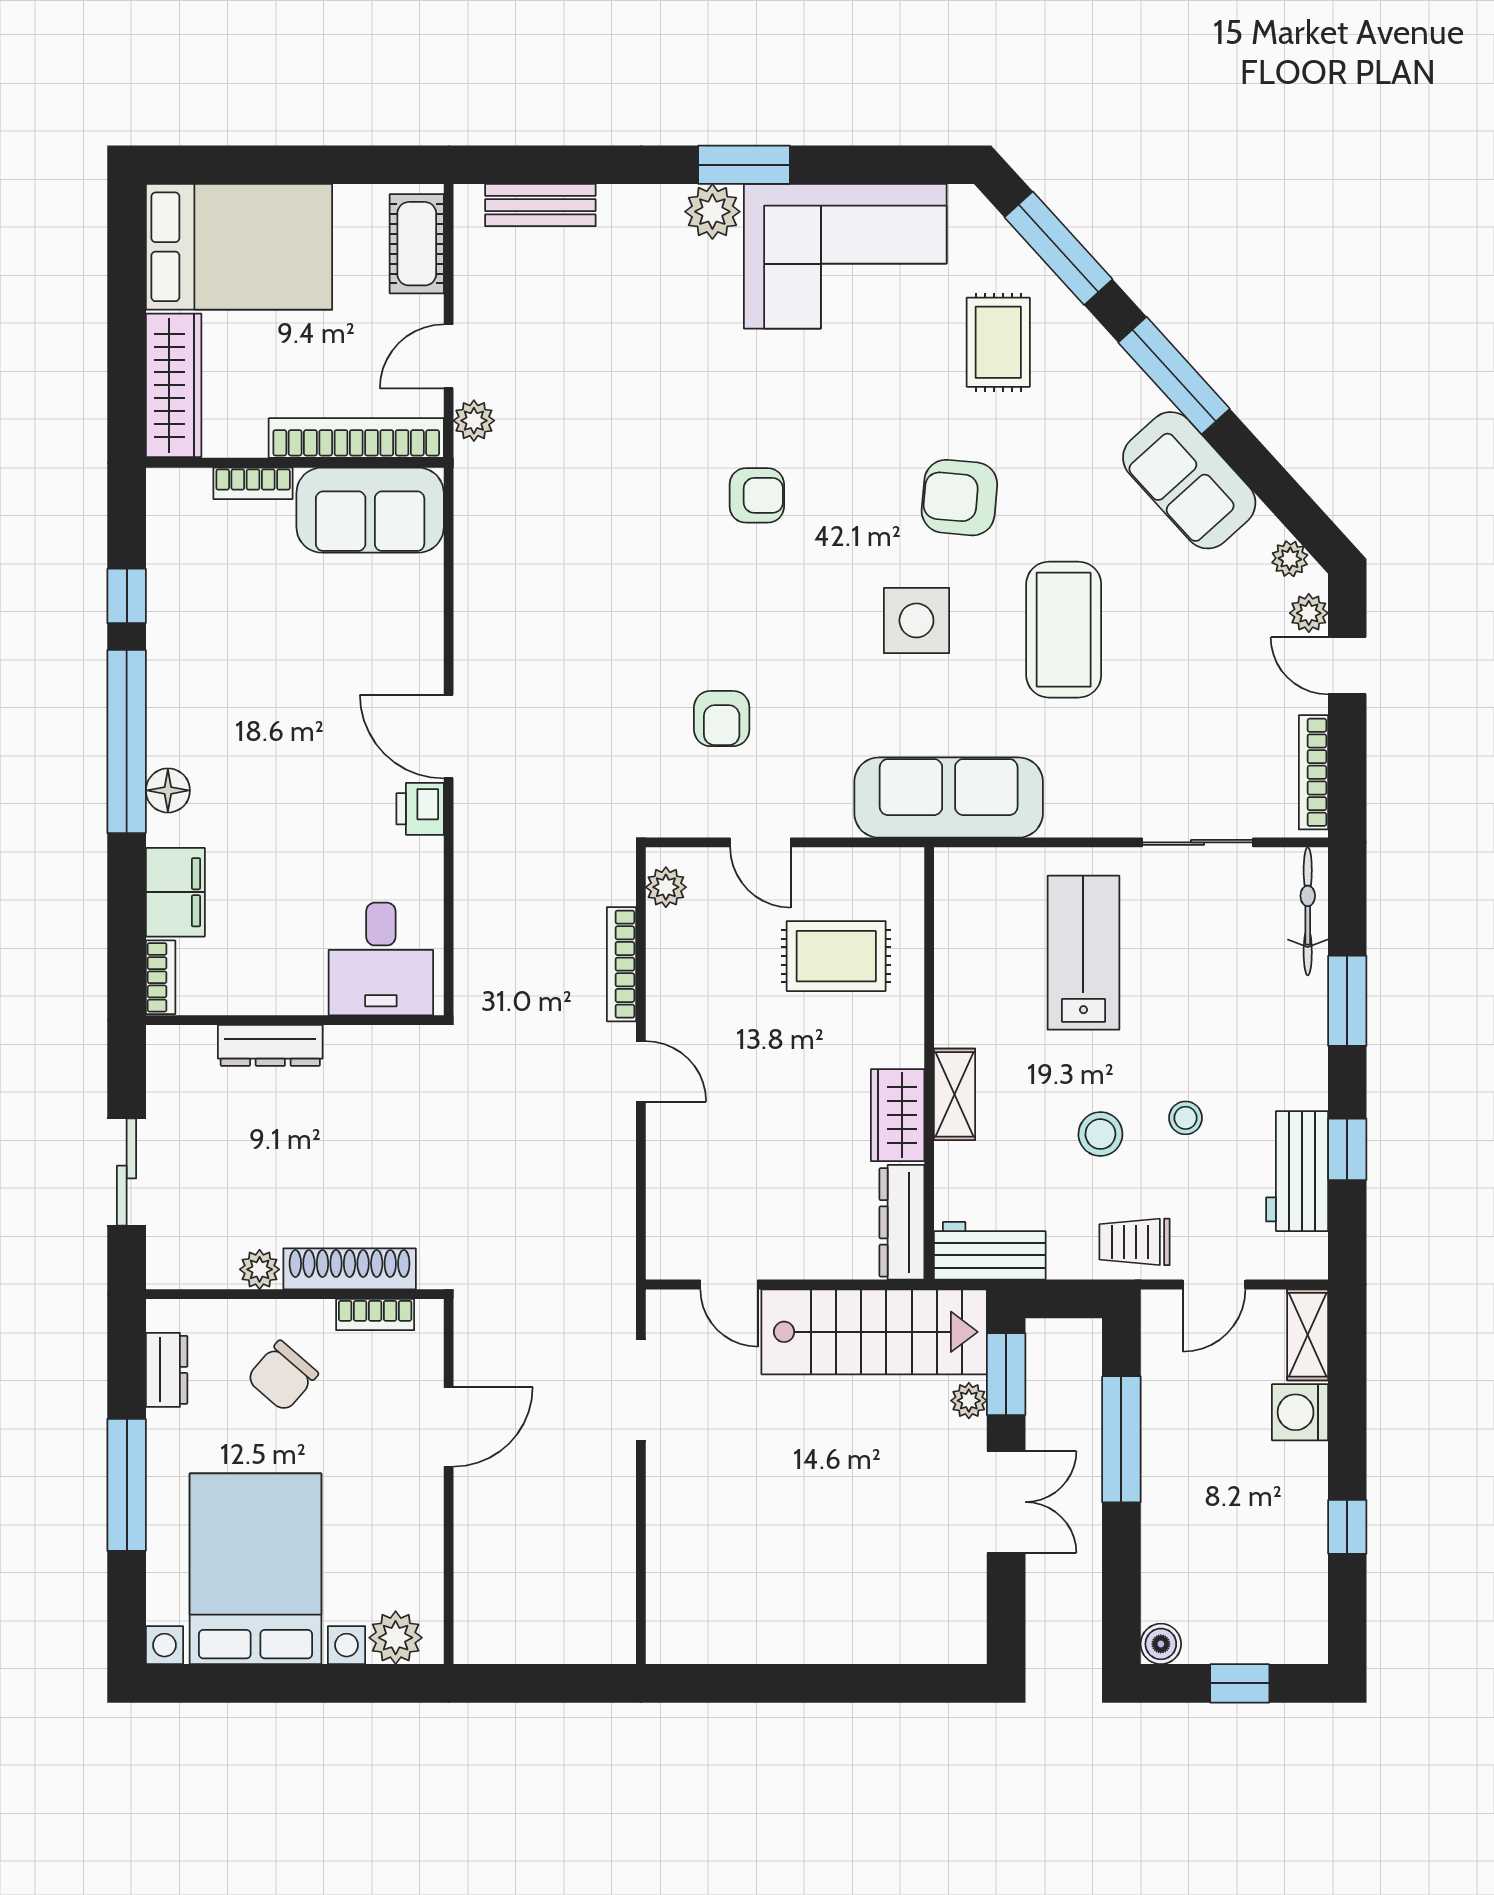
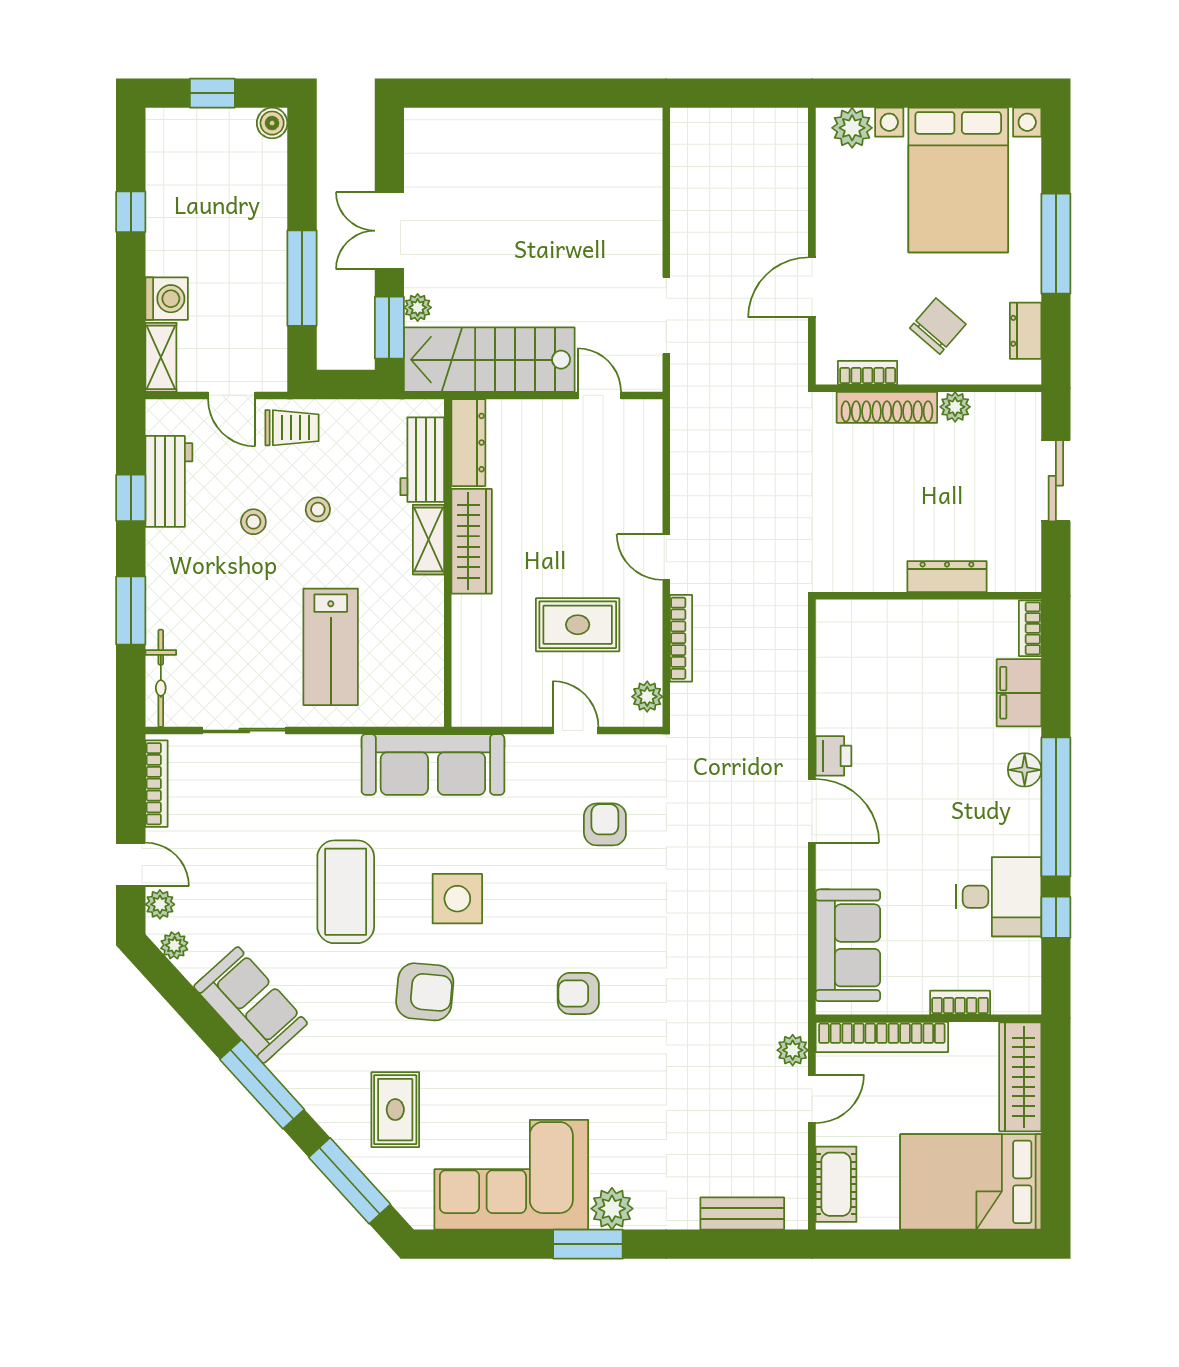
sofa: (370, 510) -> (848, 945), moved, turned 90
rug: (836, 956) -> (578, 625), moved
desk: (381, 959) -> (999, 897), moved, turned 90
wardrobe: (898, 1115) -> (472, 541), width x1.50
stool: (1100, 1134) -> (318, 509), width x0.73, depth x0.73
workbench: (990, 1251) -> (422, 460), moved, turned 90
door: (1214, 1284) -> (232, 395), swing flipped

